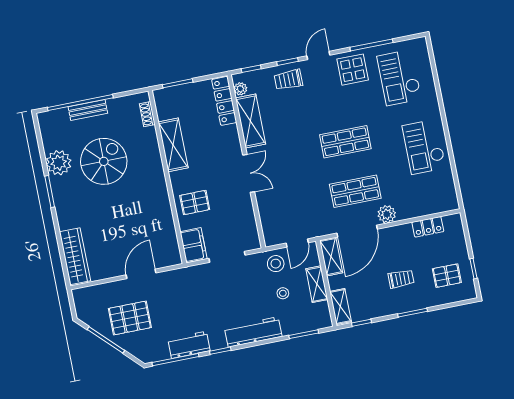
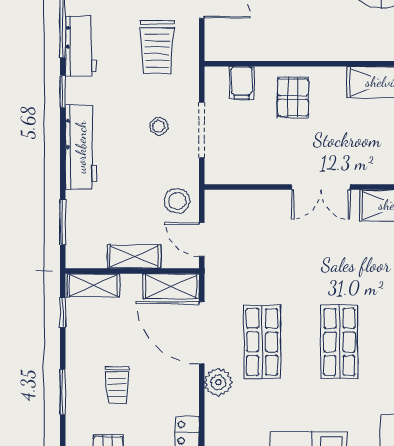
filing cabinet: (193, 245) -> (242, 83), width x0.50
stool: (283, 293) -> (159, 126), moved
trolley: (180, 296) -> (157, 47), added

